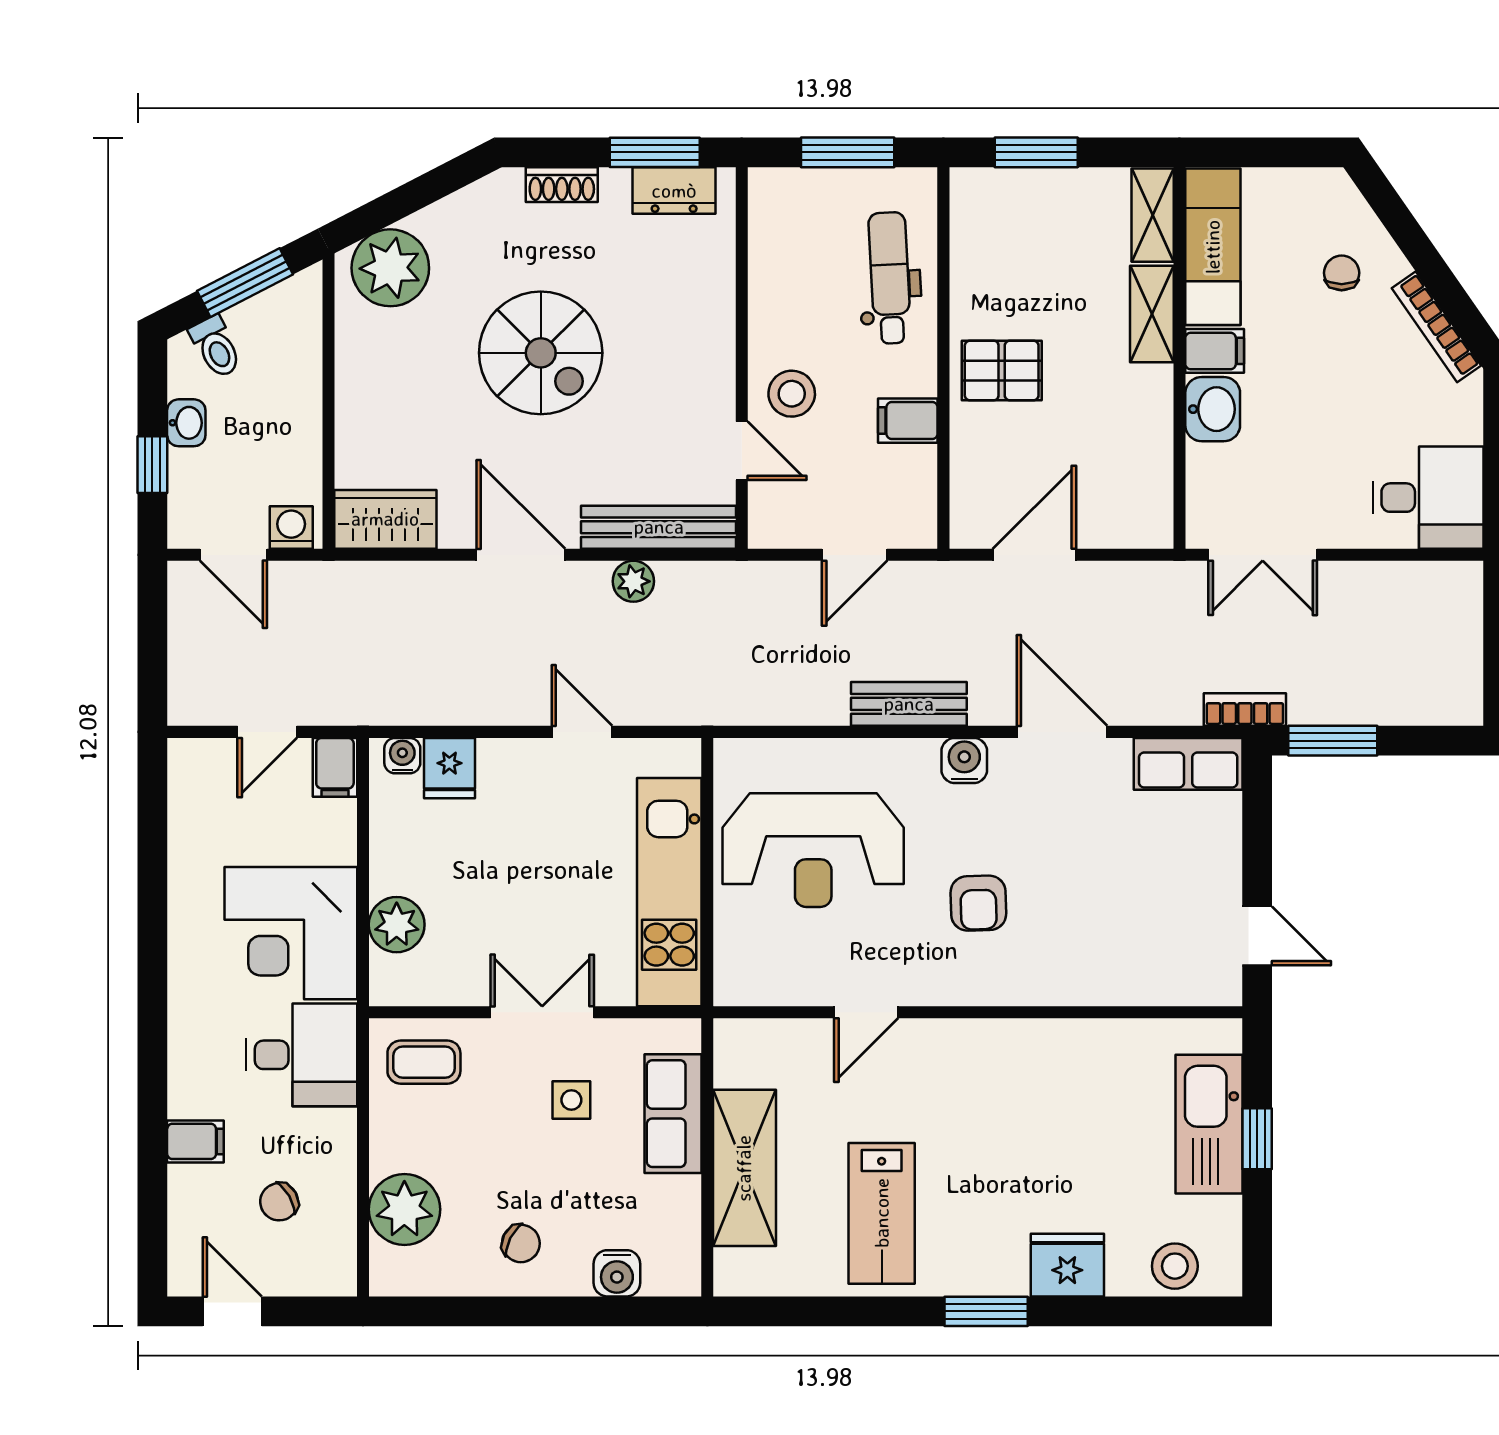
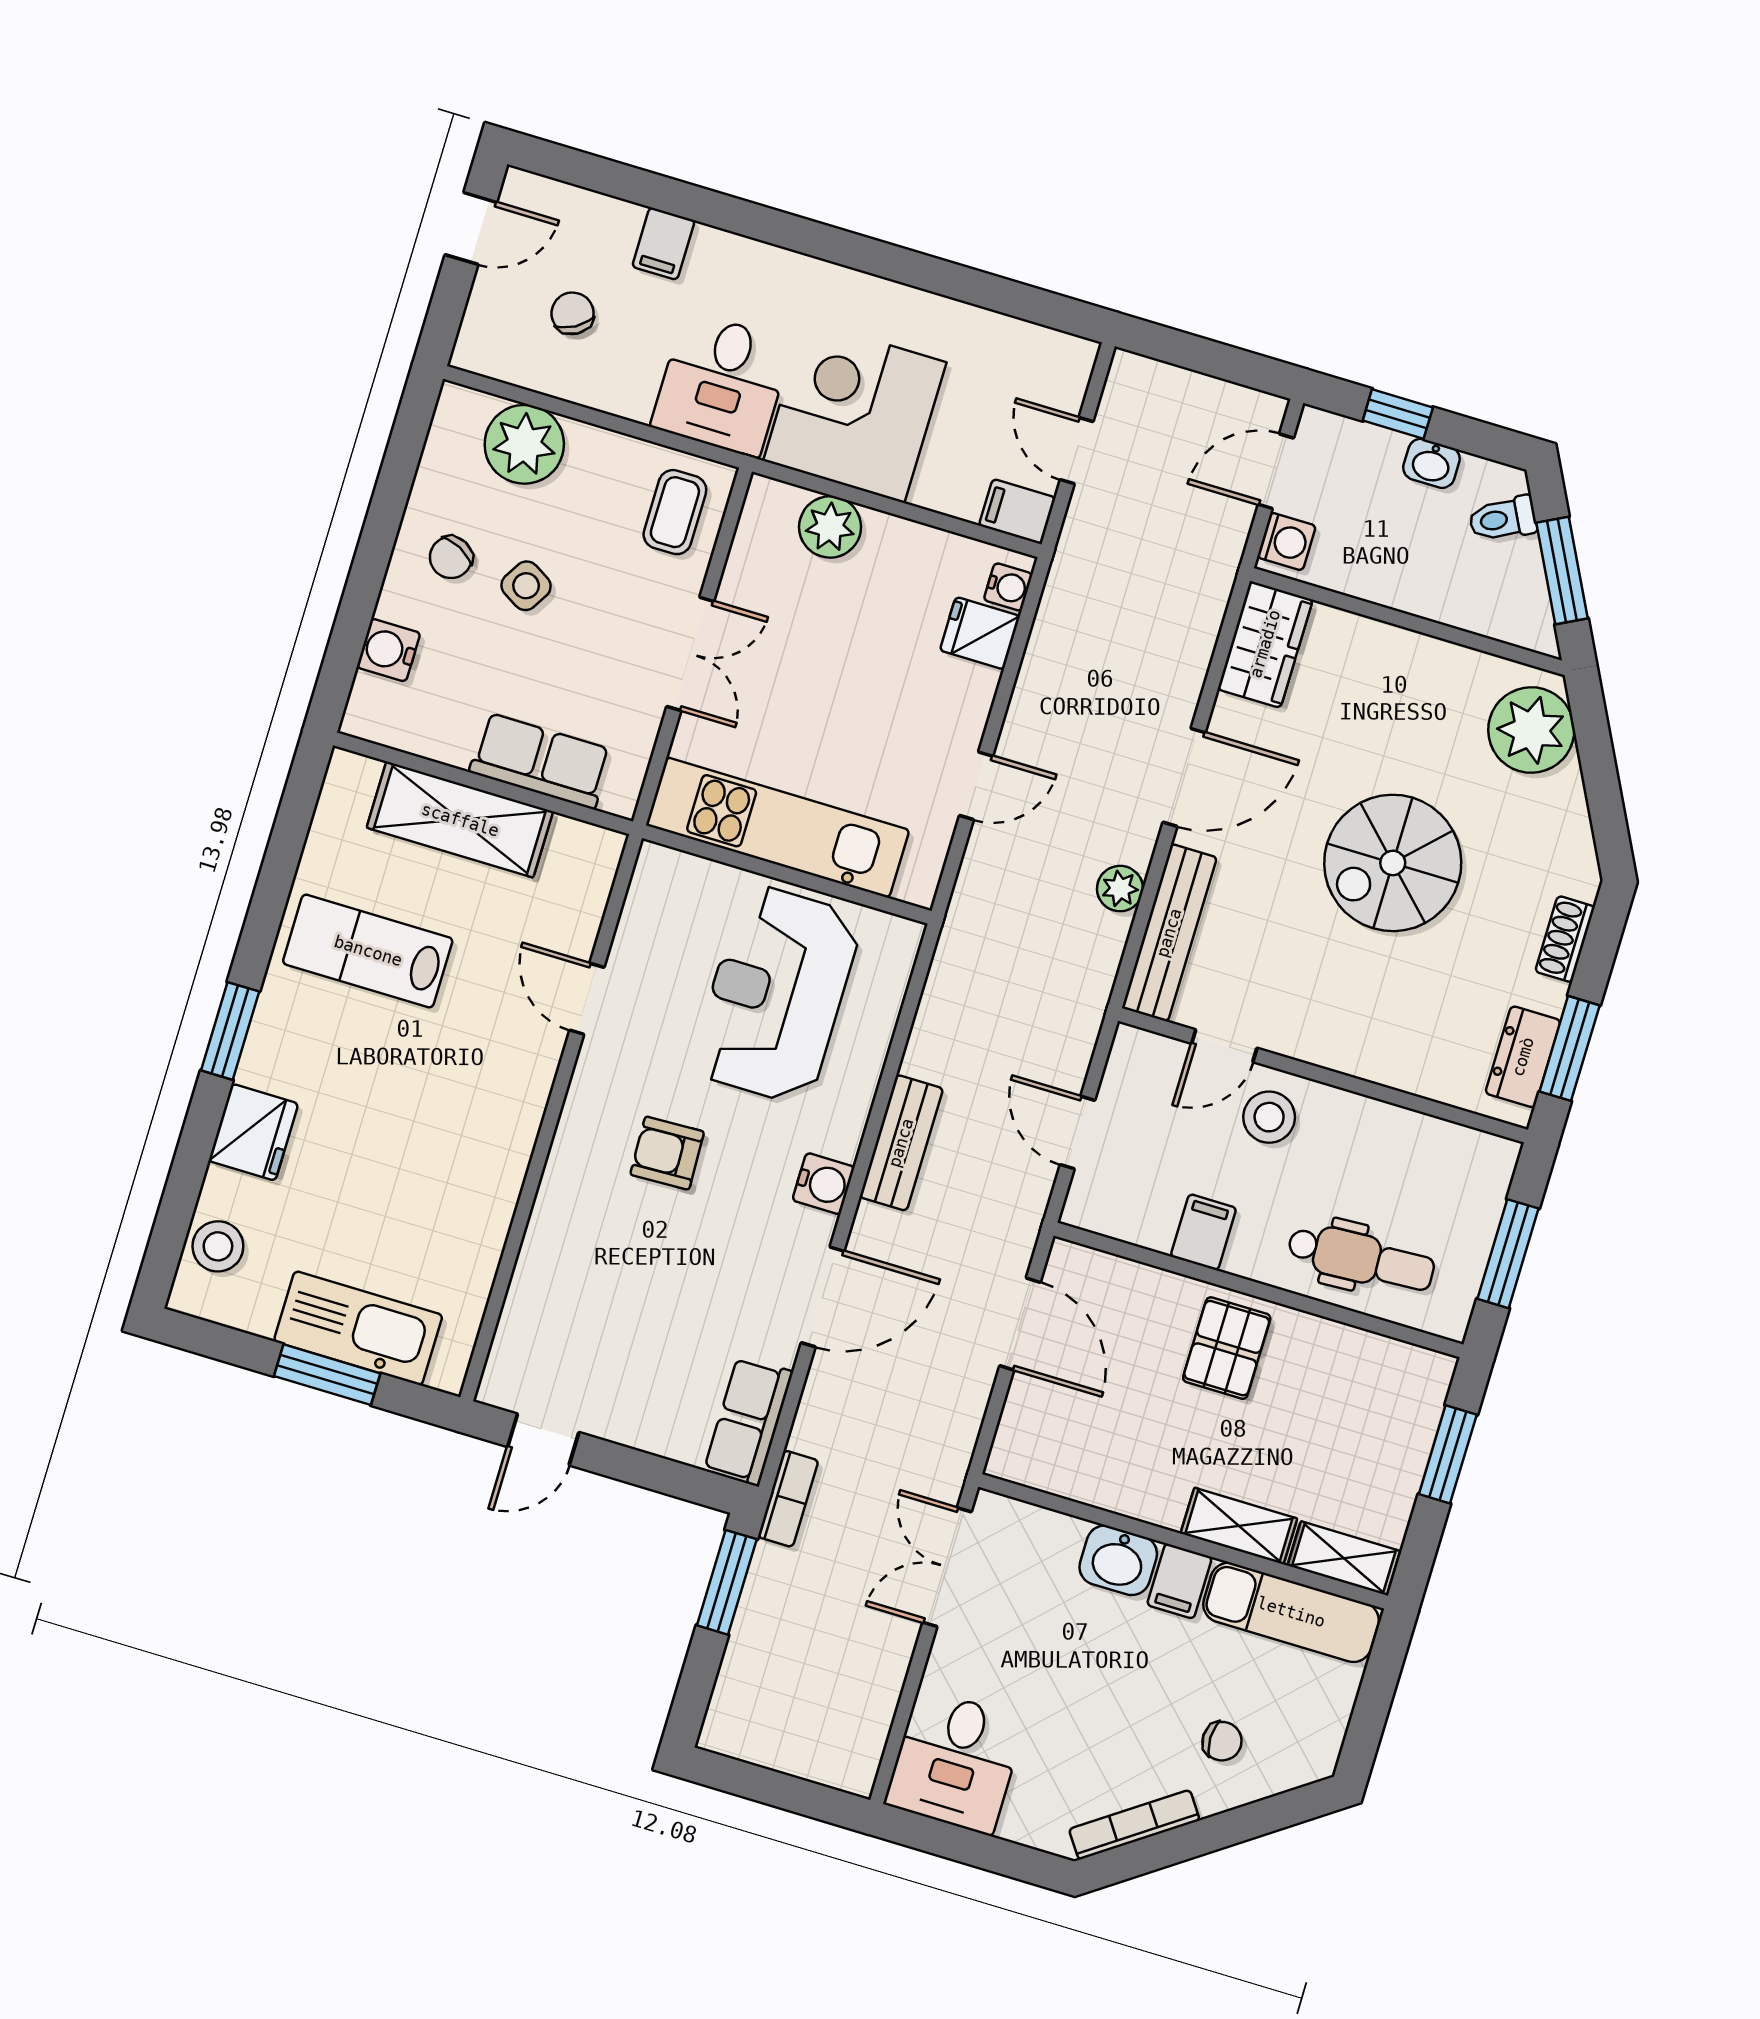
side table: (571, 1100) -> (526, 586), moved, turned 31
window: (1257, 1139) -> (327, 1375), width x1.50

